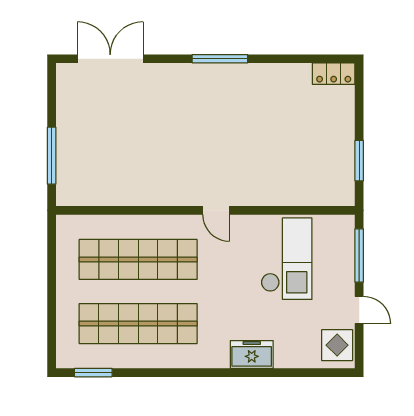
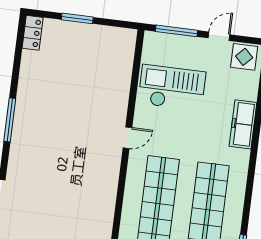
window: (359, 161) -> (77, 18), moved
freezer: (252, 354) -> (243, 124), width x1.40

